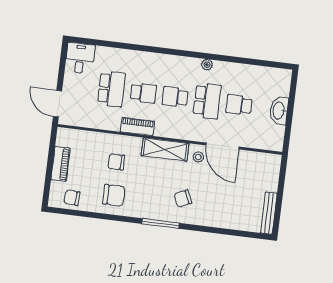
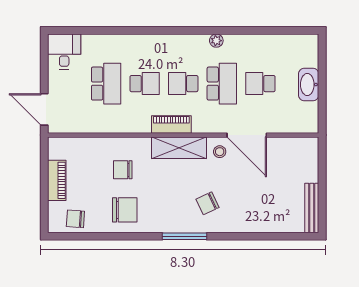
piano: (137, 127) -> (171, 124), moved

